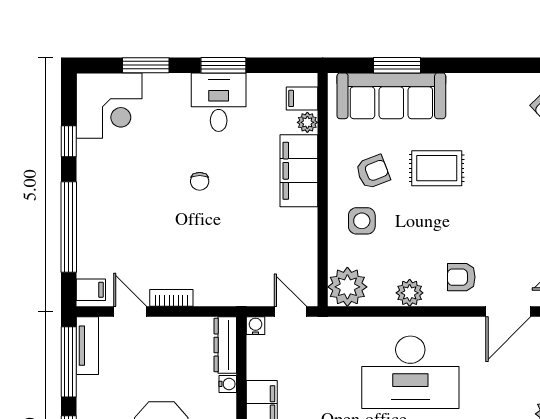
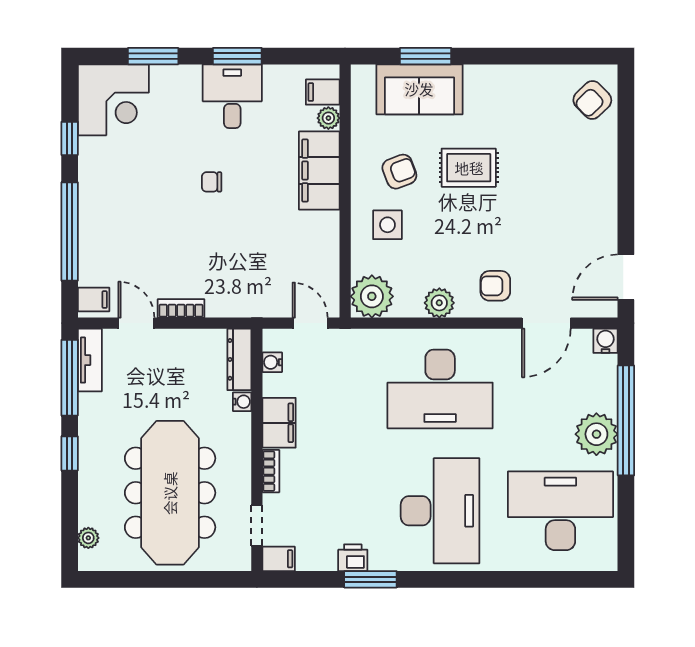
sofa: (391, 96) -> (419, 89), width x0.73
chair: (200, 181) -> (212, 182), turned 90
water cooler: (256, 326) -> (272, 362), moved, turned -90

